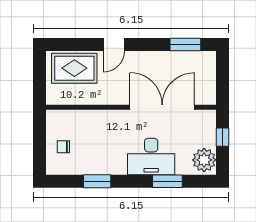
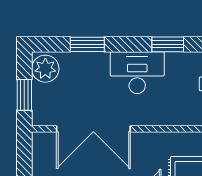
window: (222, 137) -> (24, 95), width x1.50
desk: (151, 157) -> (137, 73), moved

